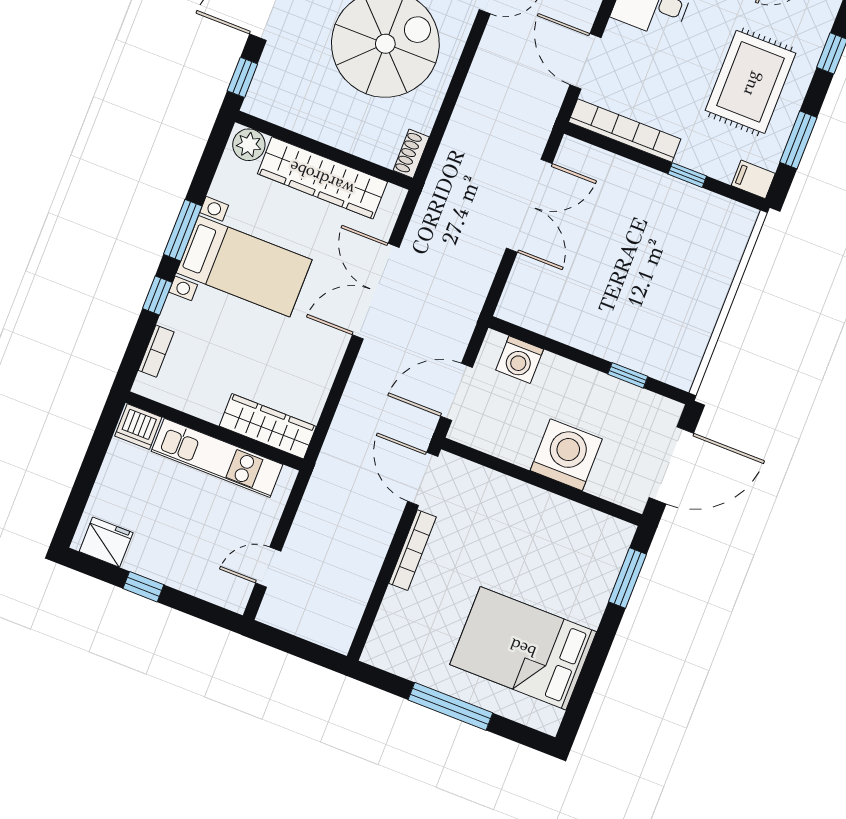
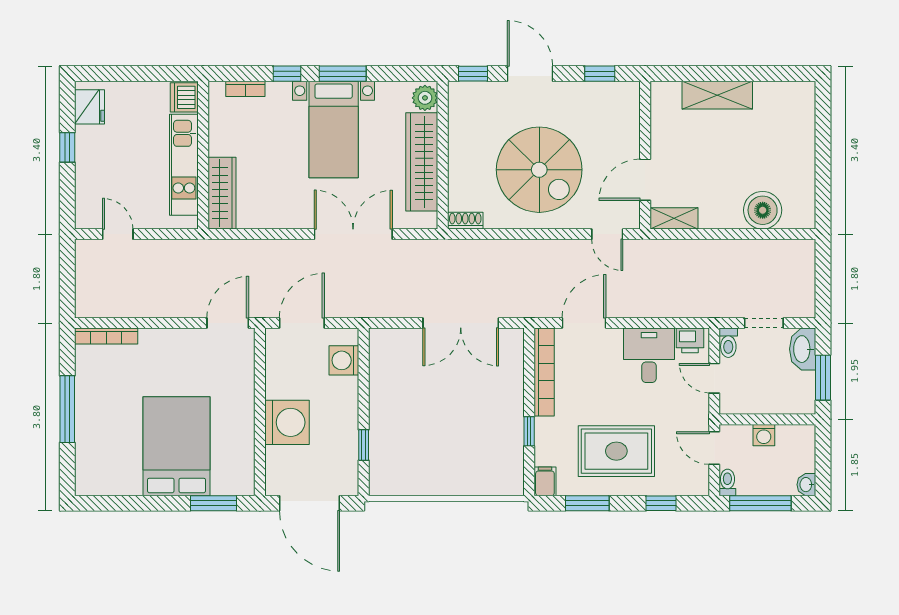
door: (457, 392) -> (302, 323), hinge flipped
bookcase: (412, 550) -> (106, 336), moved
bed: (523, 648) -> (176, 446), moved

